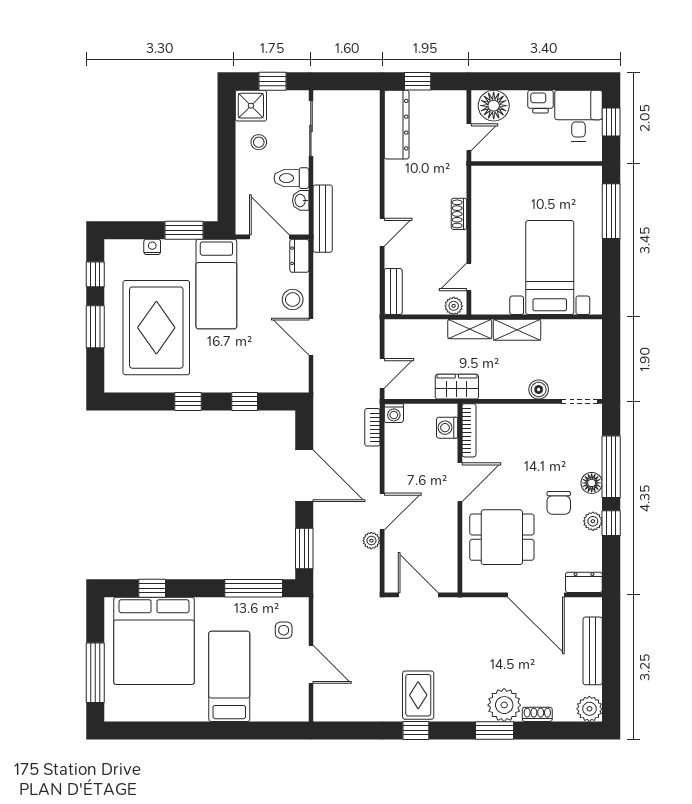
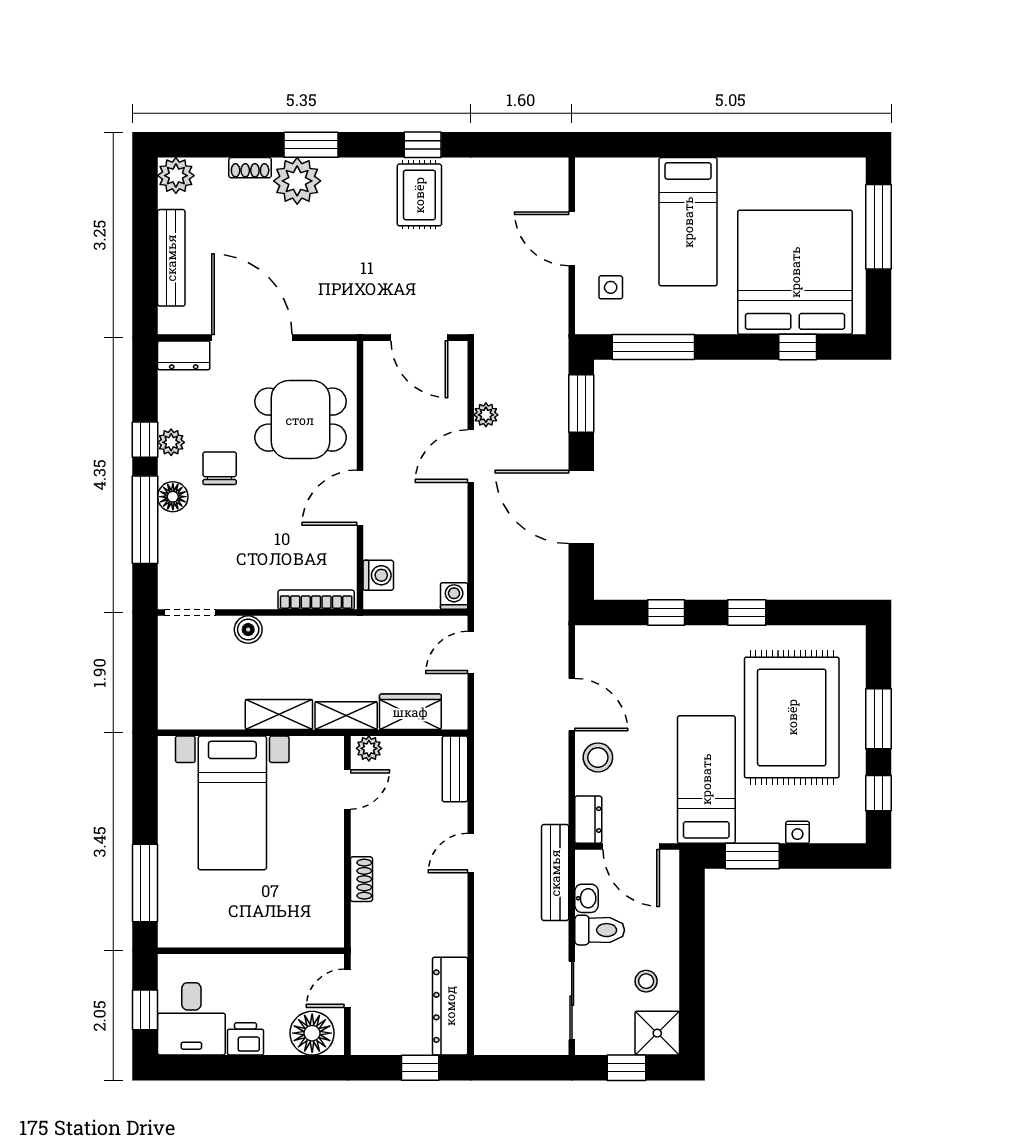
wardrobe: (457, 387) -> (410, 712), moved, turned 180
bookcase: (372, 427) -> (485, 576), removed
bookcase: (469, 430) -> (316, 600), moved, turned 90

